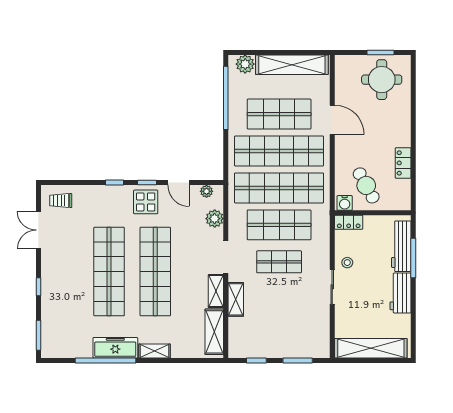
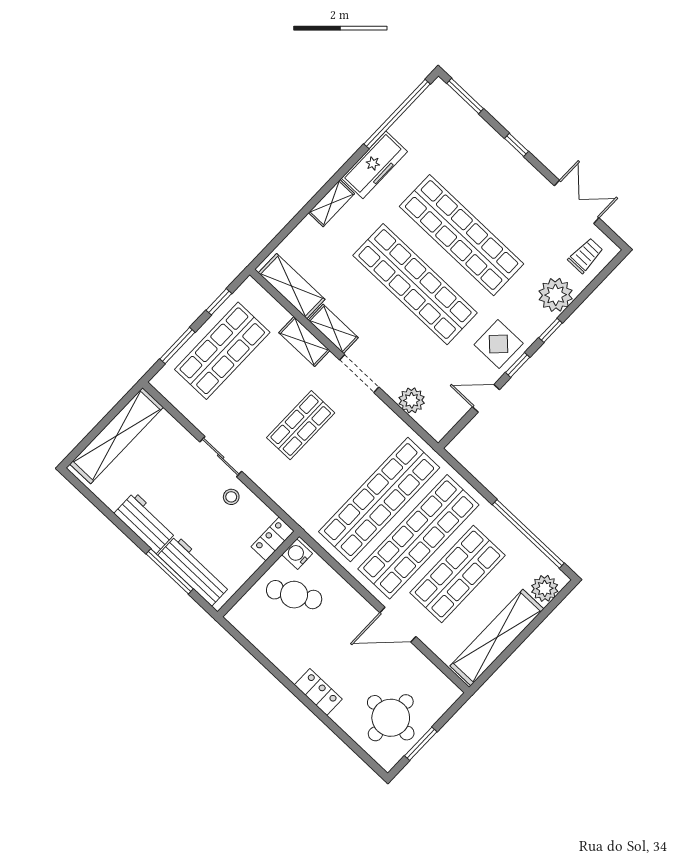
locker: (403, 163) -> (318, 692), moved
plant: (207, 191) -> (556, 295), moved, width x1.88, depth x1.88
shop shelf: (279, 225) -> (222, 351), moved
window: (105, 360) -> (397, 114), moved

